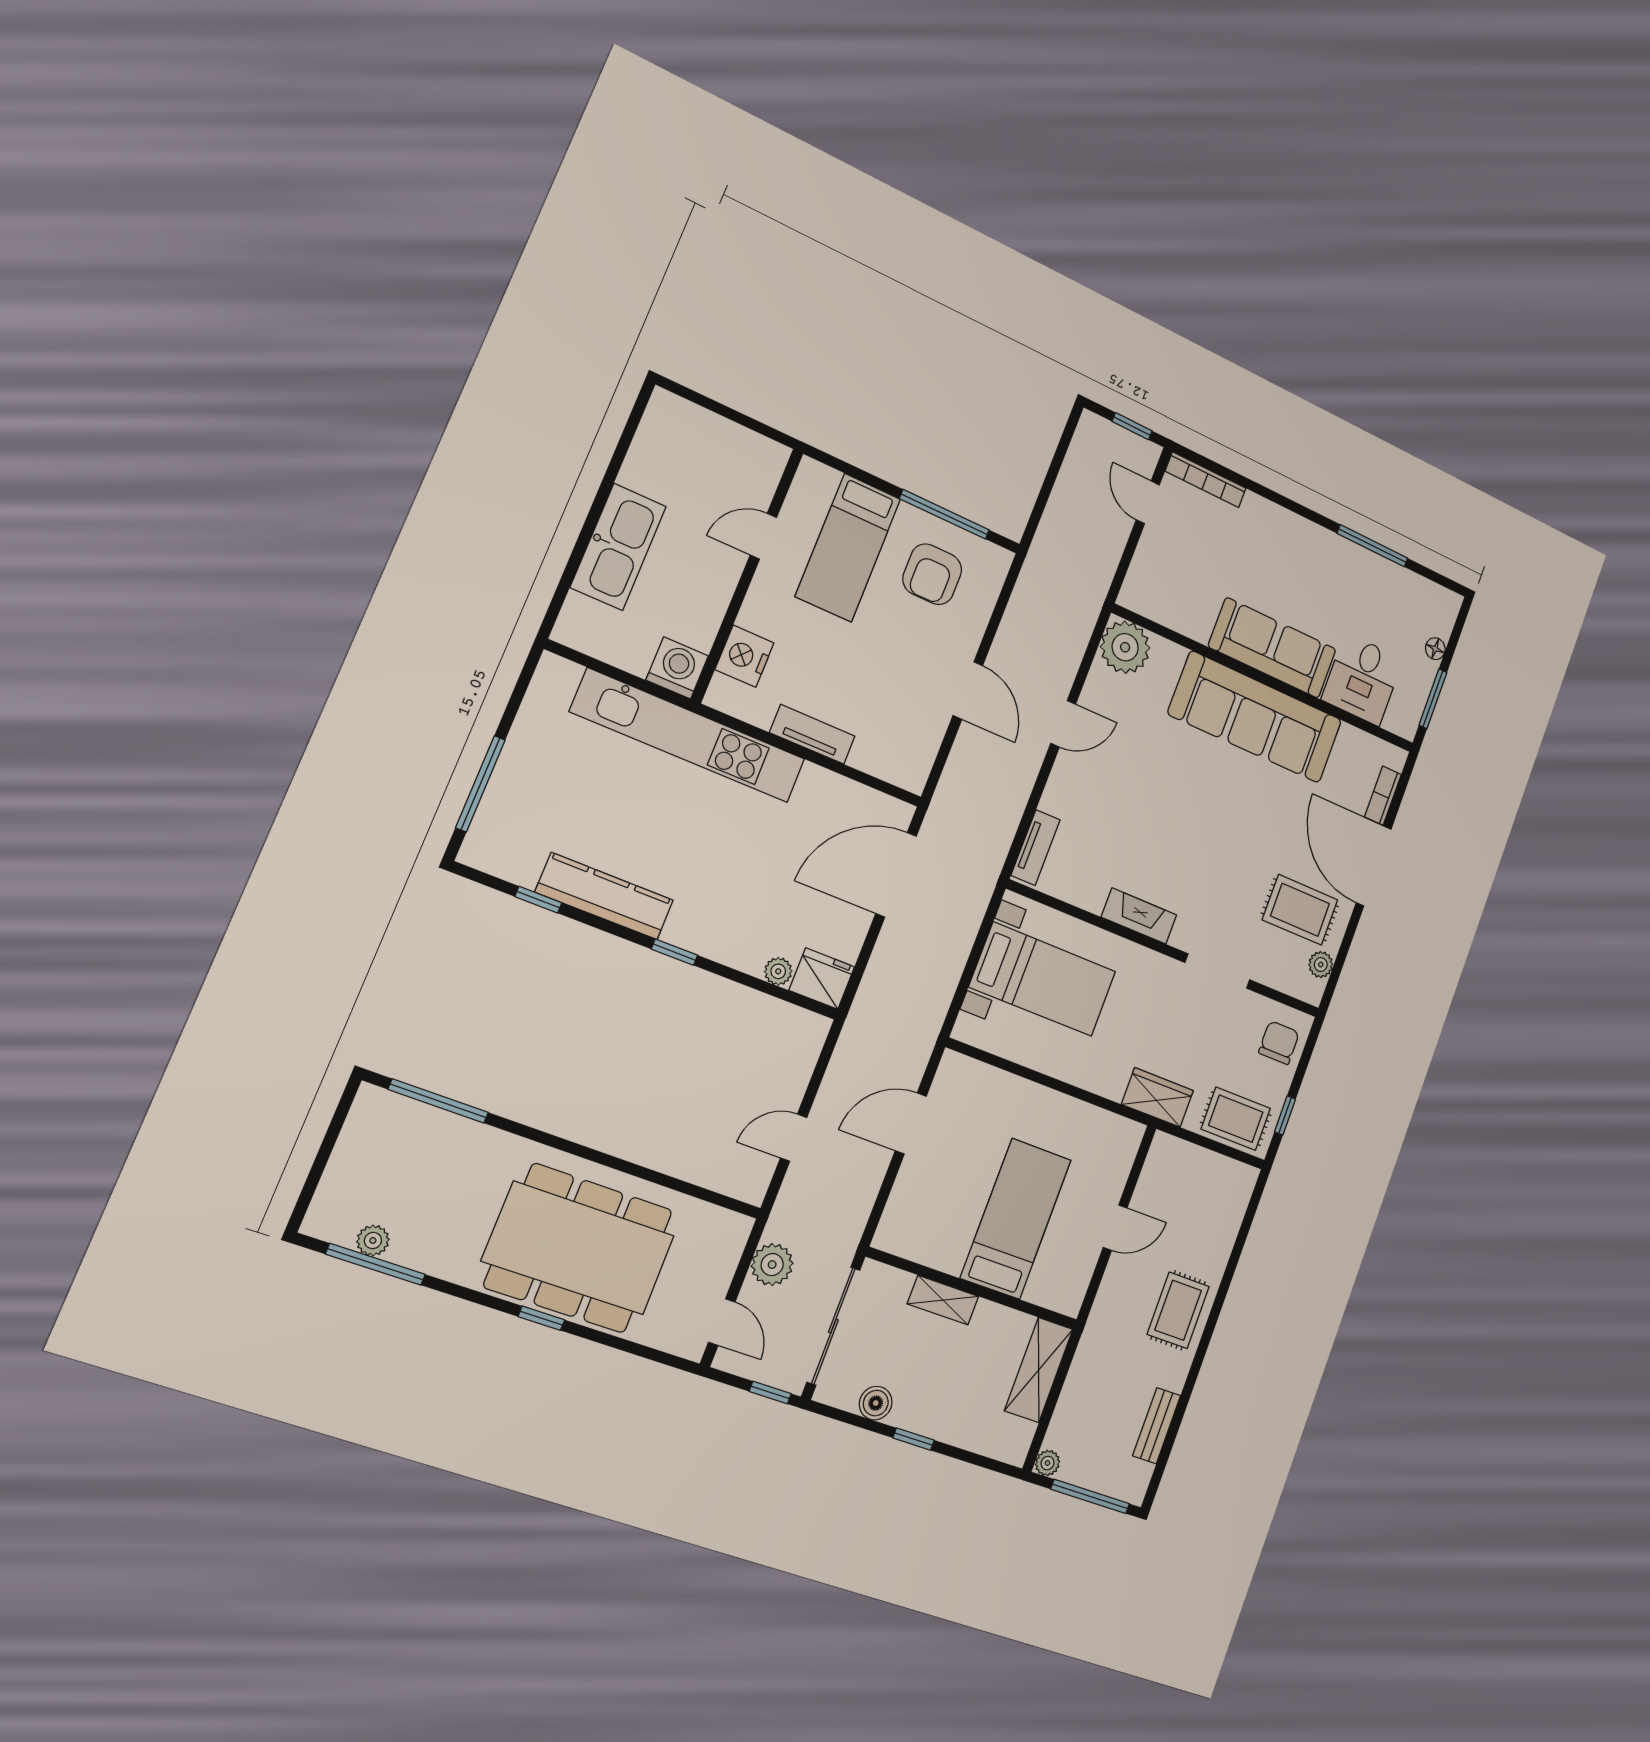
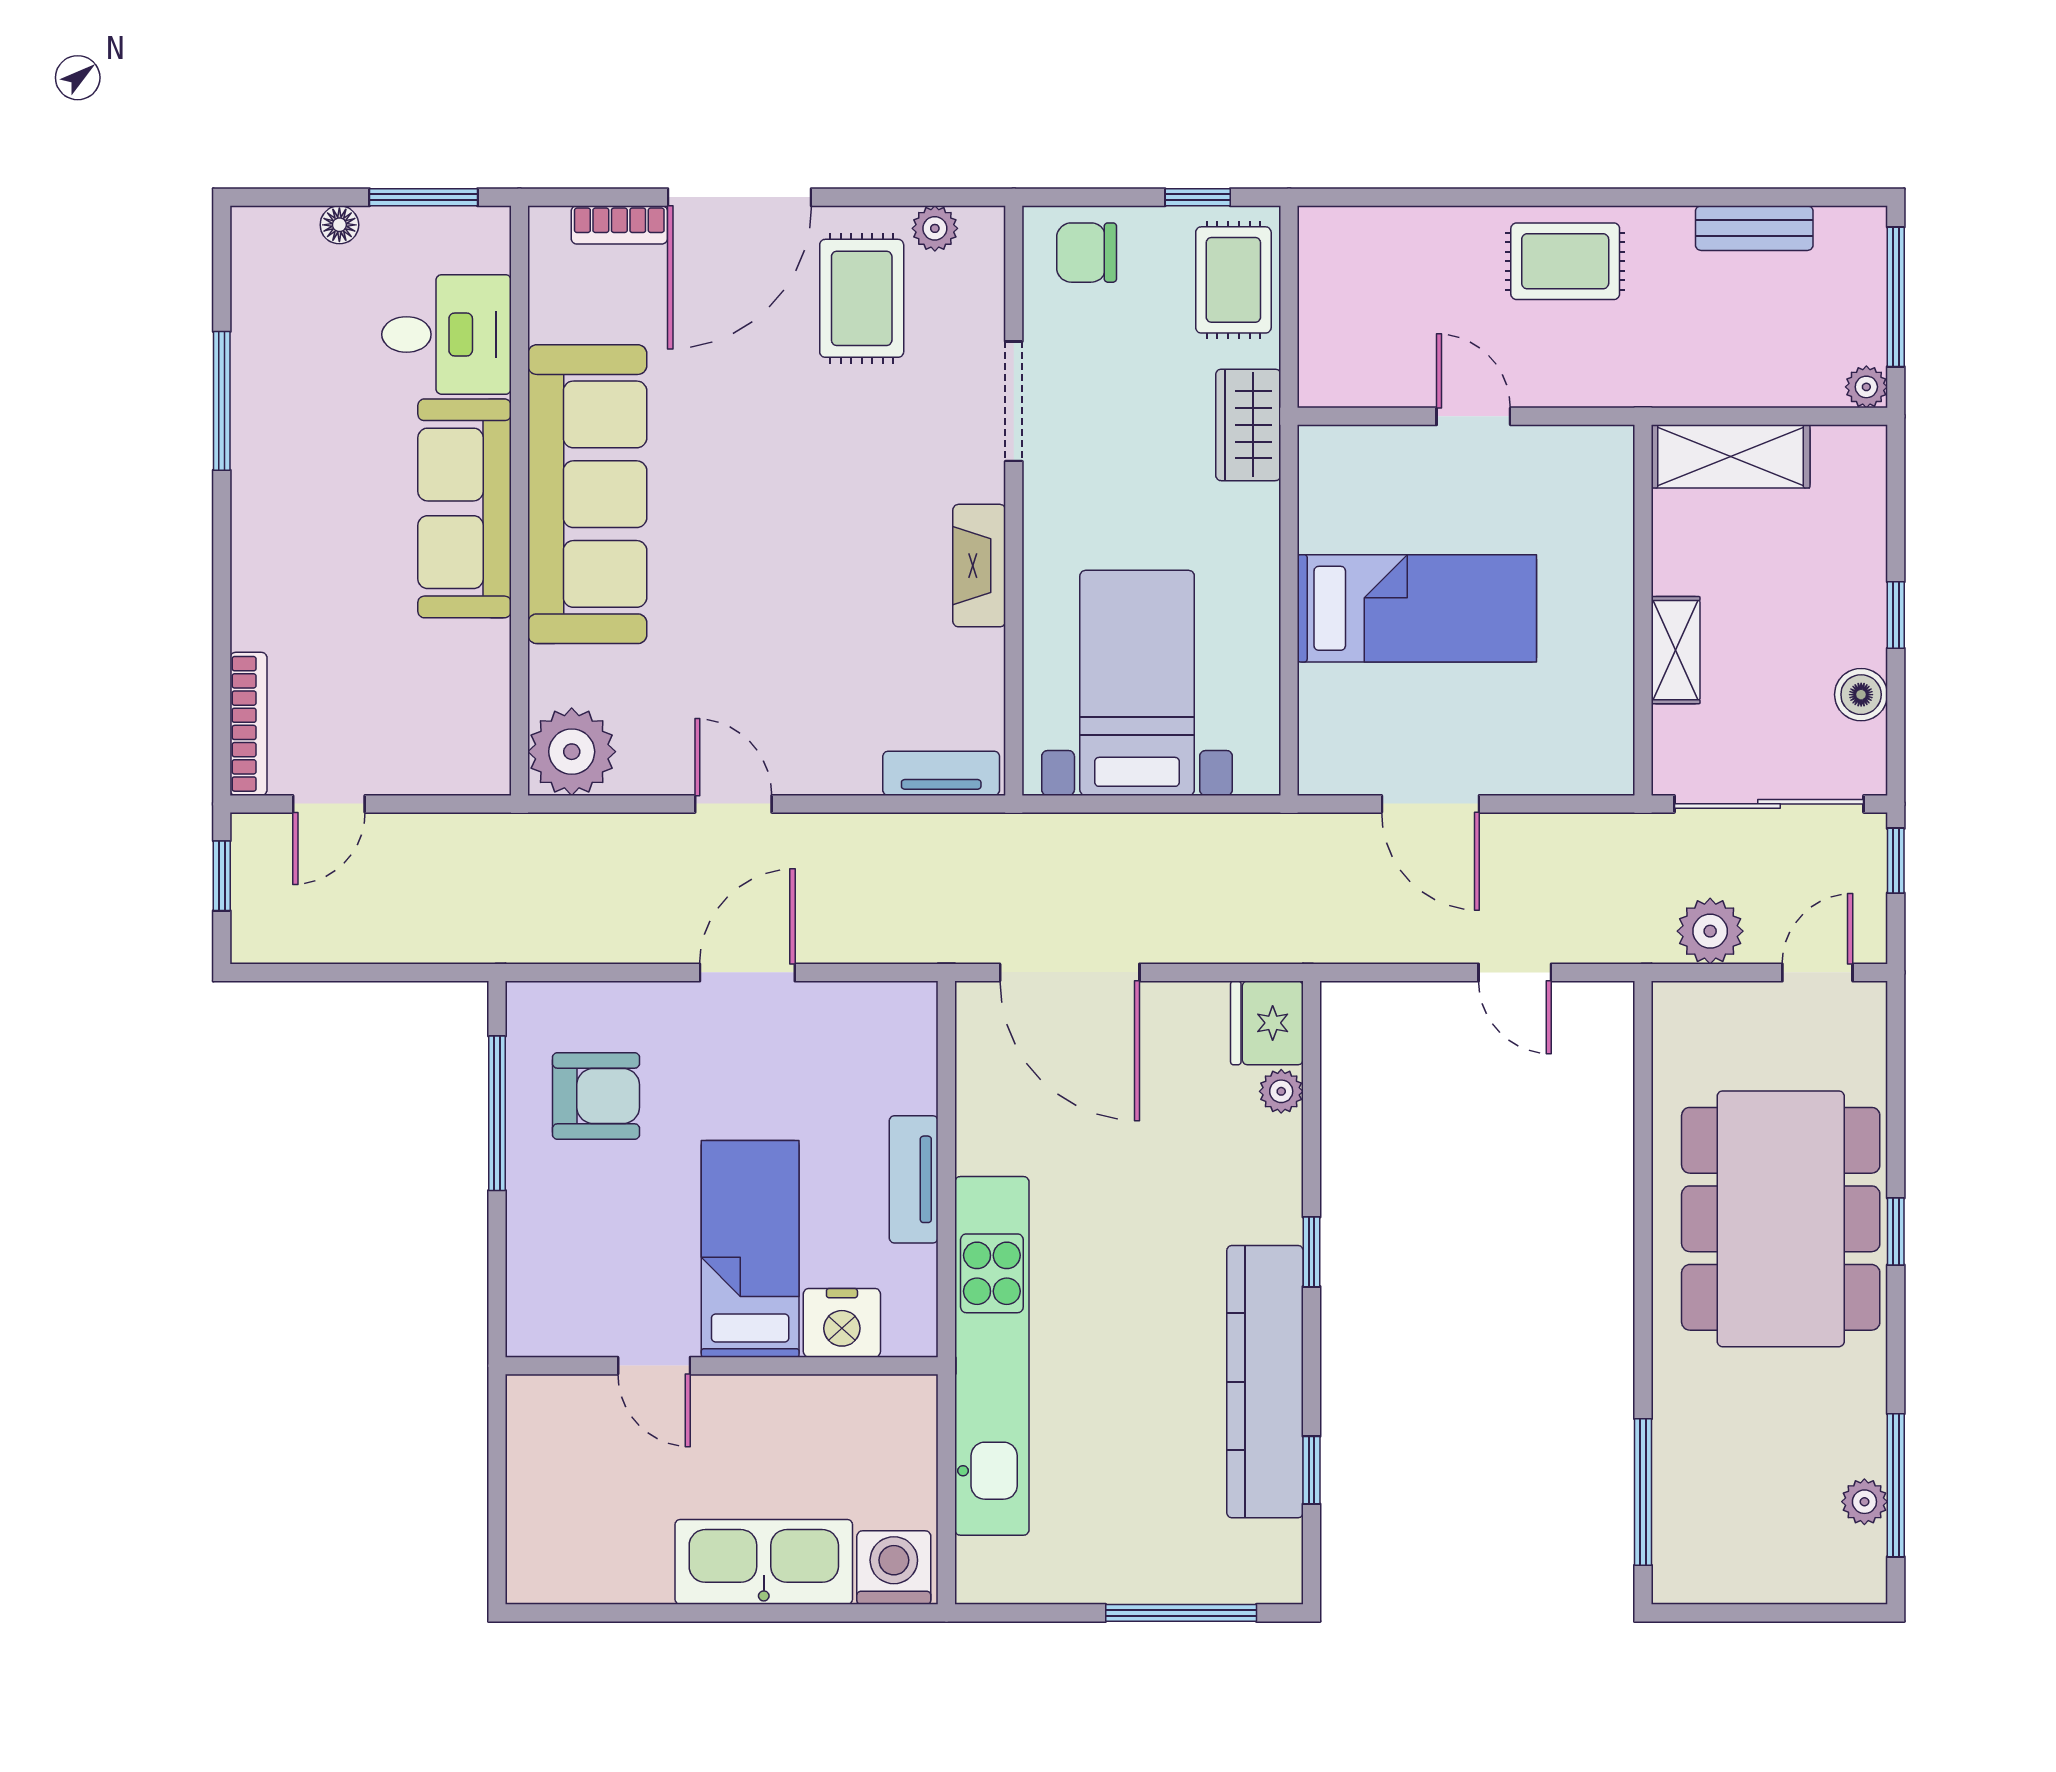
bed: (848, 548) -> (750, 1249), moved, turned -90
washing machine: (677, 668) -> (894, 1568), moved, turned 90
kitchen counter: (604, 896) -> (1265, 1382), width x1.39, depth x1.17
bed: (1016, 1219) -> (1417, 608), moved, turned 180

